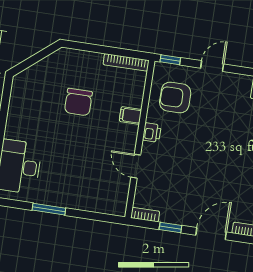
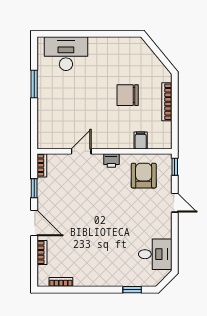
bookcase: (126, 62) -> (167, 102), moved
filing cabinet: (130, 115) -> (141, 140), moved

